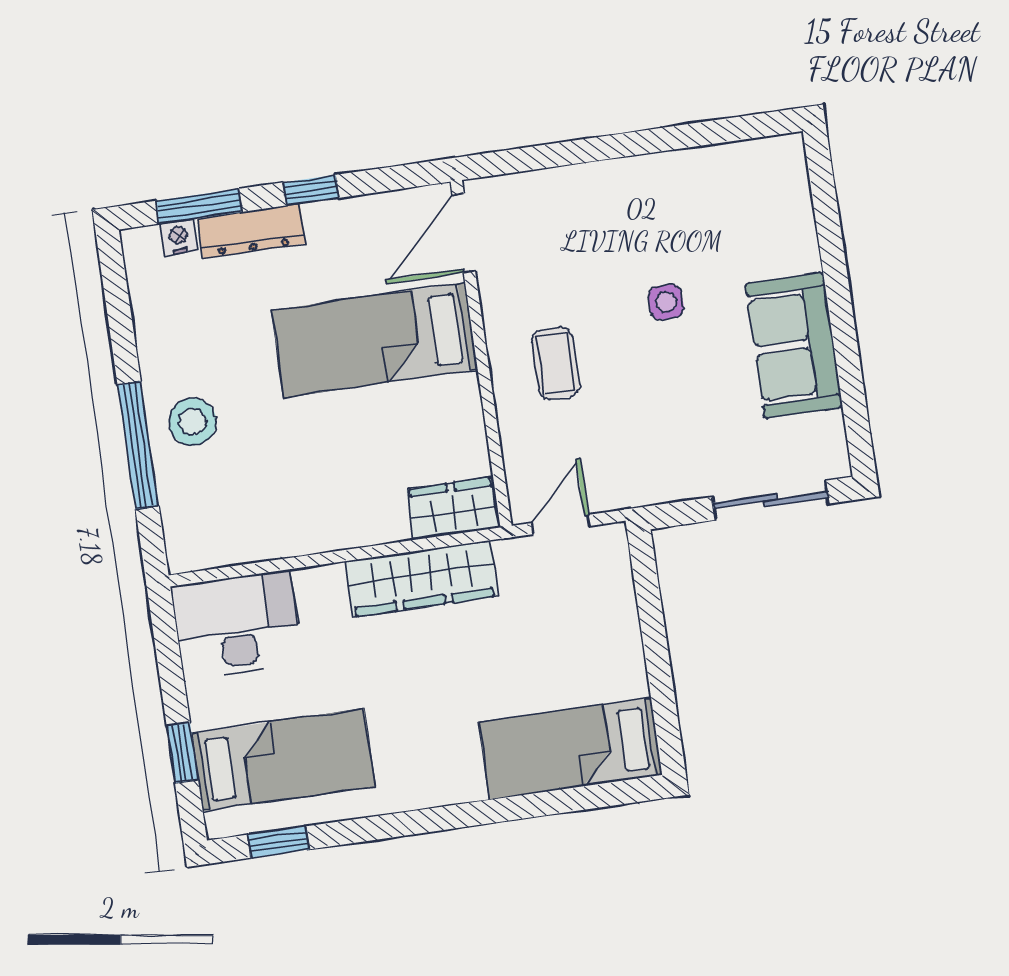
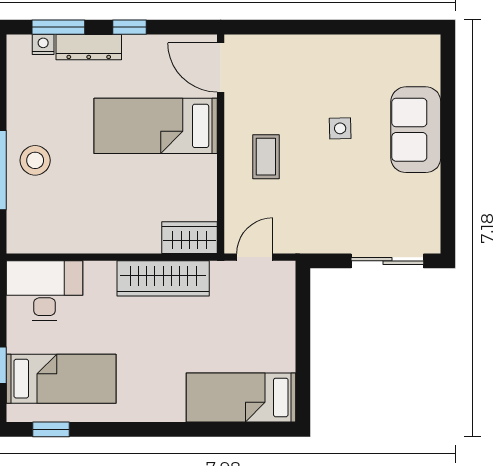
door: (464, 233) -> (221, 67), hinge flipped
sofa: (794, 345) -> (416, 130), moved

